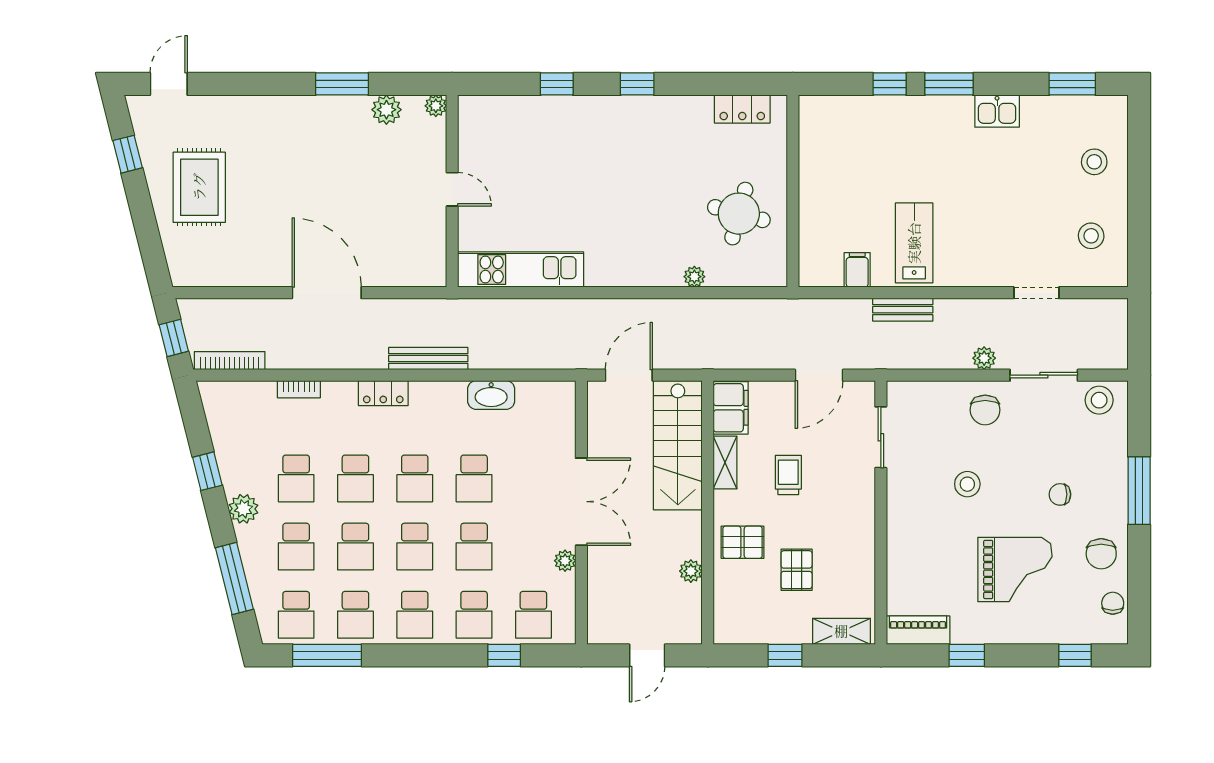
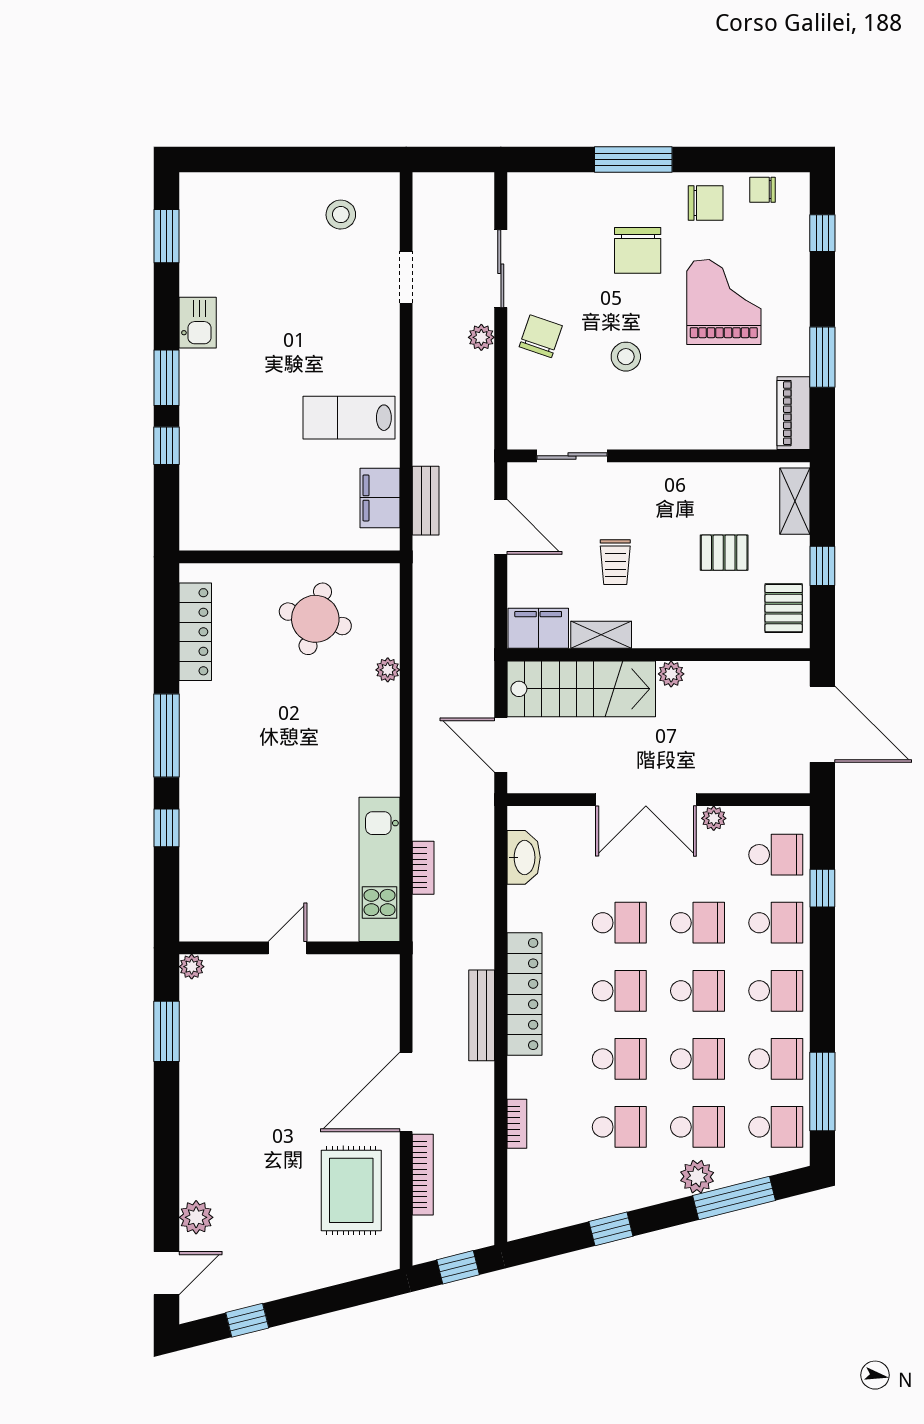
door: (169, 84) -> (167, 1273), swing flipped
window: (342, 84) -> (167, 1031), moved
window: (637, 84) -> (167, 735), width x2.17
locker: (742, 109) -> (195, 632), width x1.53
plant: (386, 110) -> (196, 1217), moved
stool: (1094, 162) -> (256, 211), removed
rug: (199, 187) -> (351, 1190), moved, turned 90
filing cabinet: (857, 270) -> (380, 498), width x2.00
bookcase: (522, 308) -> (423, 868), added
bench: (903, 310) -> (426, 501), moved
bench: (428, 359) -> (482, 1015), moved
bookcase: (230, 361) -> (423, 1175), moved, turned 180
locker: (383, 393) -> (524, 994), width x2.16, depth x1.21
washbasin: (491, 395) -> (524, 857), moved
stool: (1099, 400) -> (529, 205), removed
chair: (985, 410) -> (541, 336), turned -71
trolley: (788, 475) -> (615, 562), turned -90
chair: (1060, 494) -> (638, 250), width x1.87, depth x1.87
double door: (581, 502) -> (646, 800), swing flipped
plant: (243, 509) -> (697, 1177), moved
pallet: (743, 542) -> (784, 608), moved
plant: (691, 571) -> (671, 674), moved
door: (647, 655) -> (822, 724), width x1.88
window: (967, 655) -> (822, 357), width x1.50

